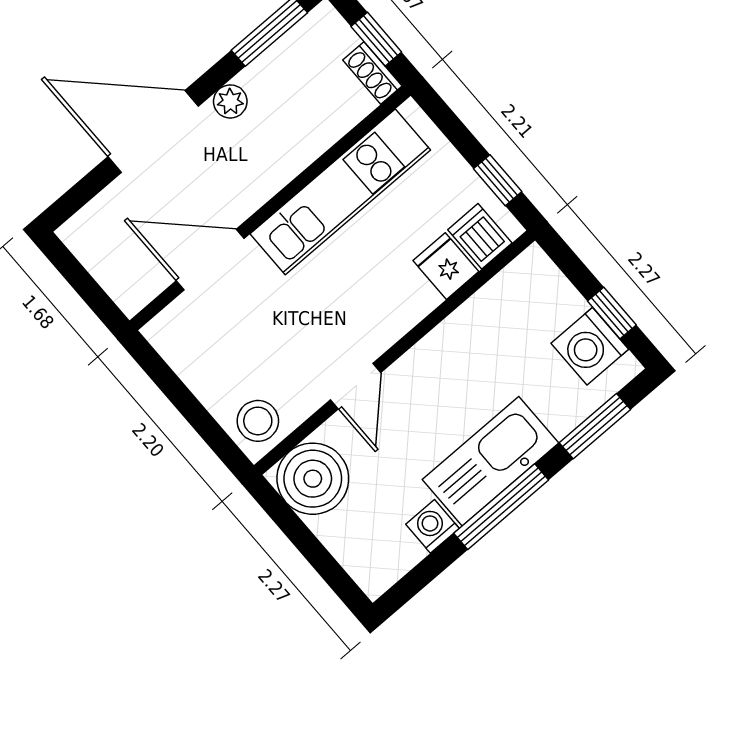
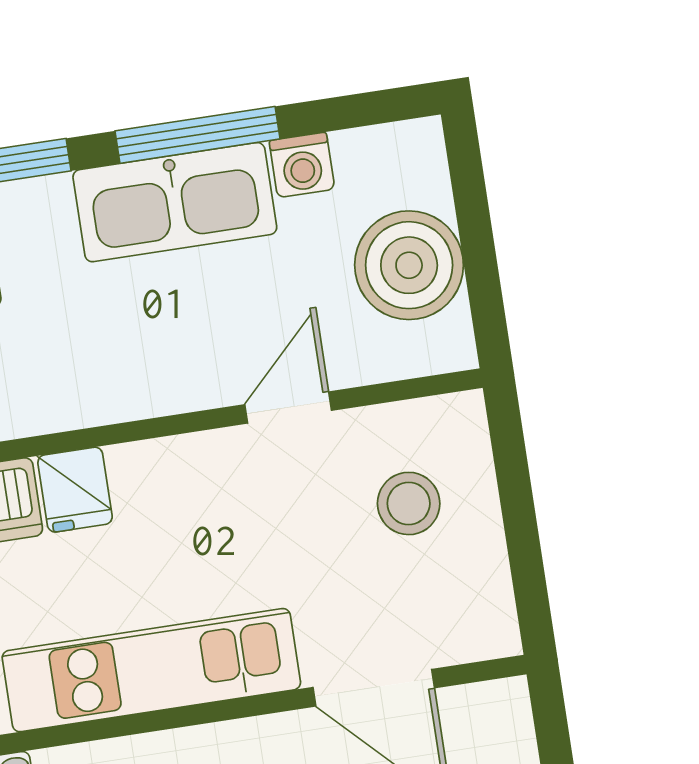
stool: (258, 421) -> (409, 503), moved
boiler: (313, 479) -> (409, 265), moved

